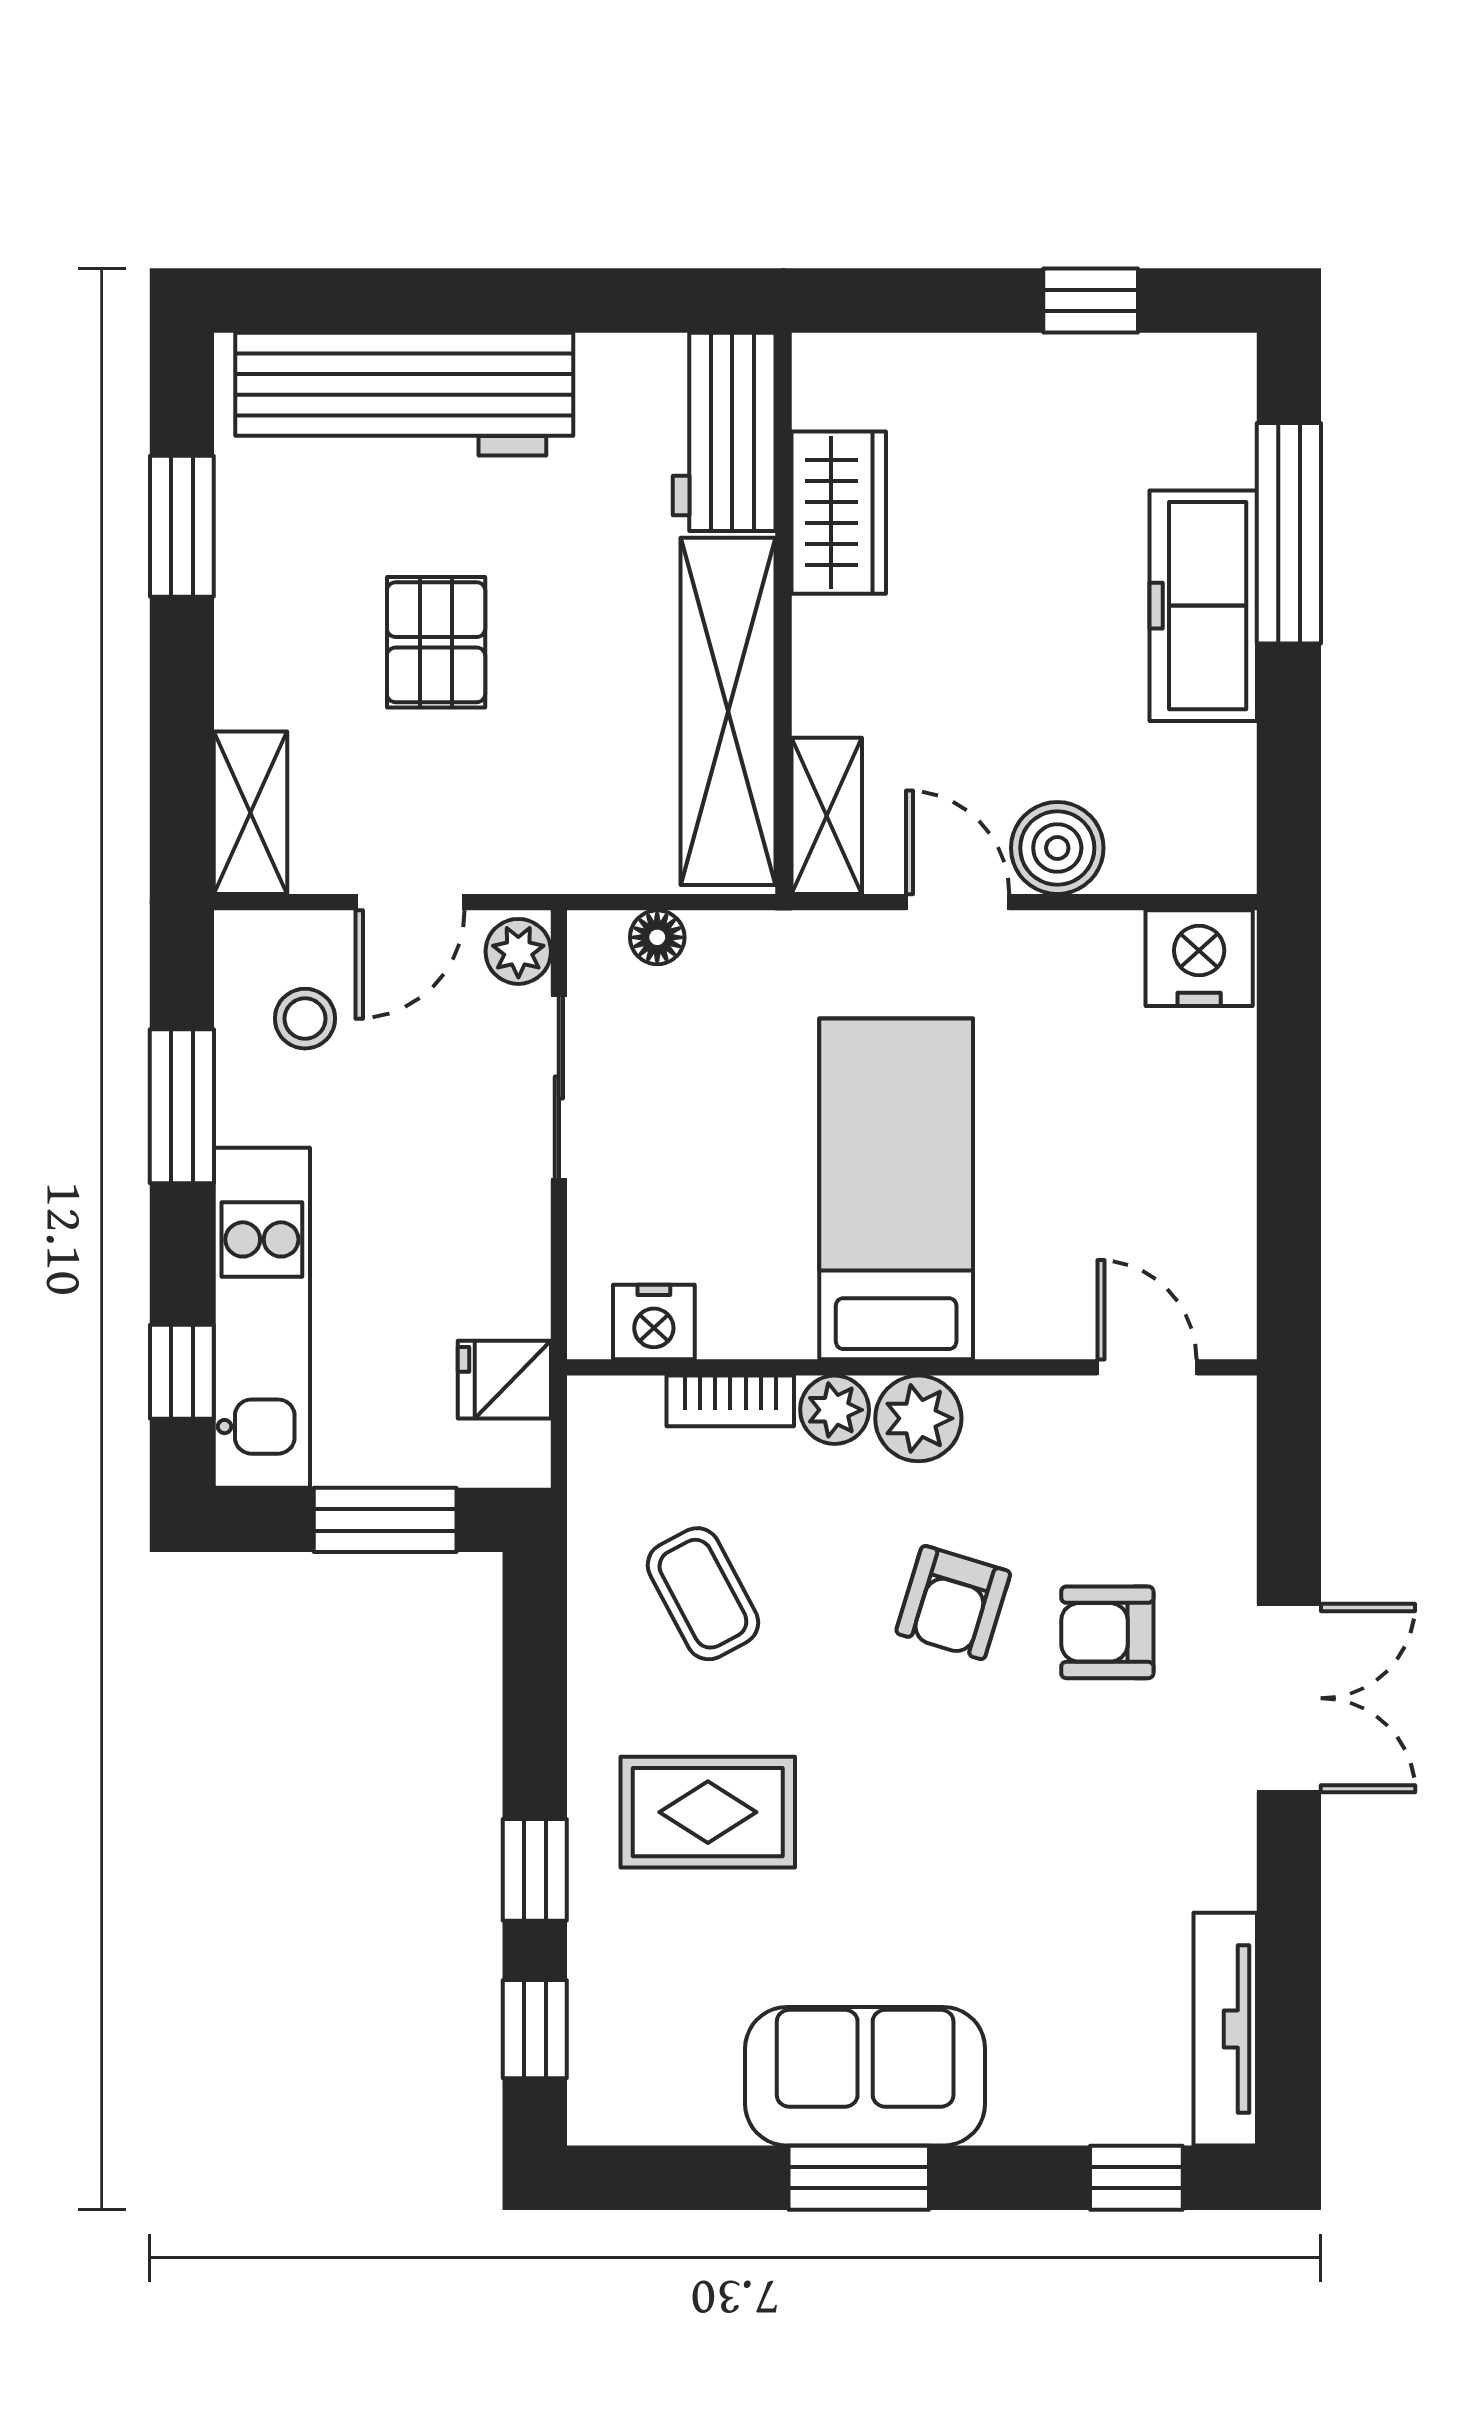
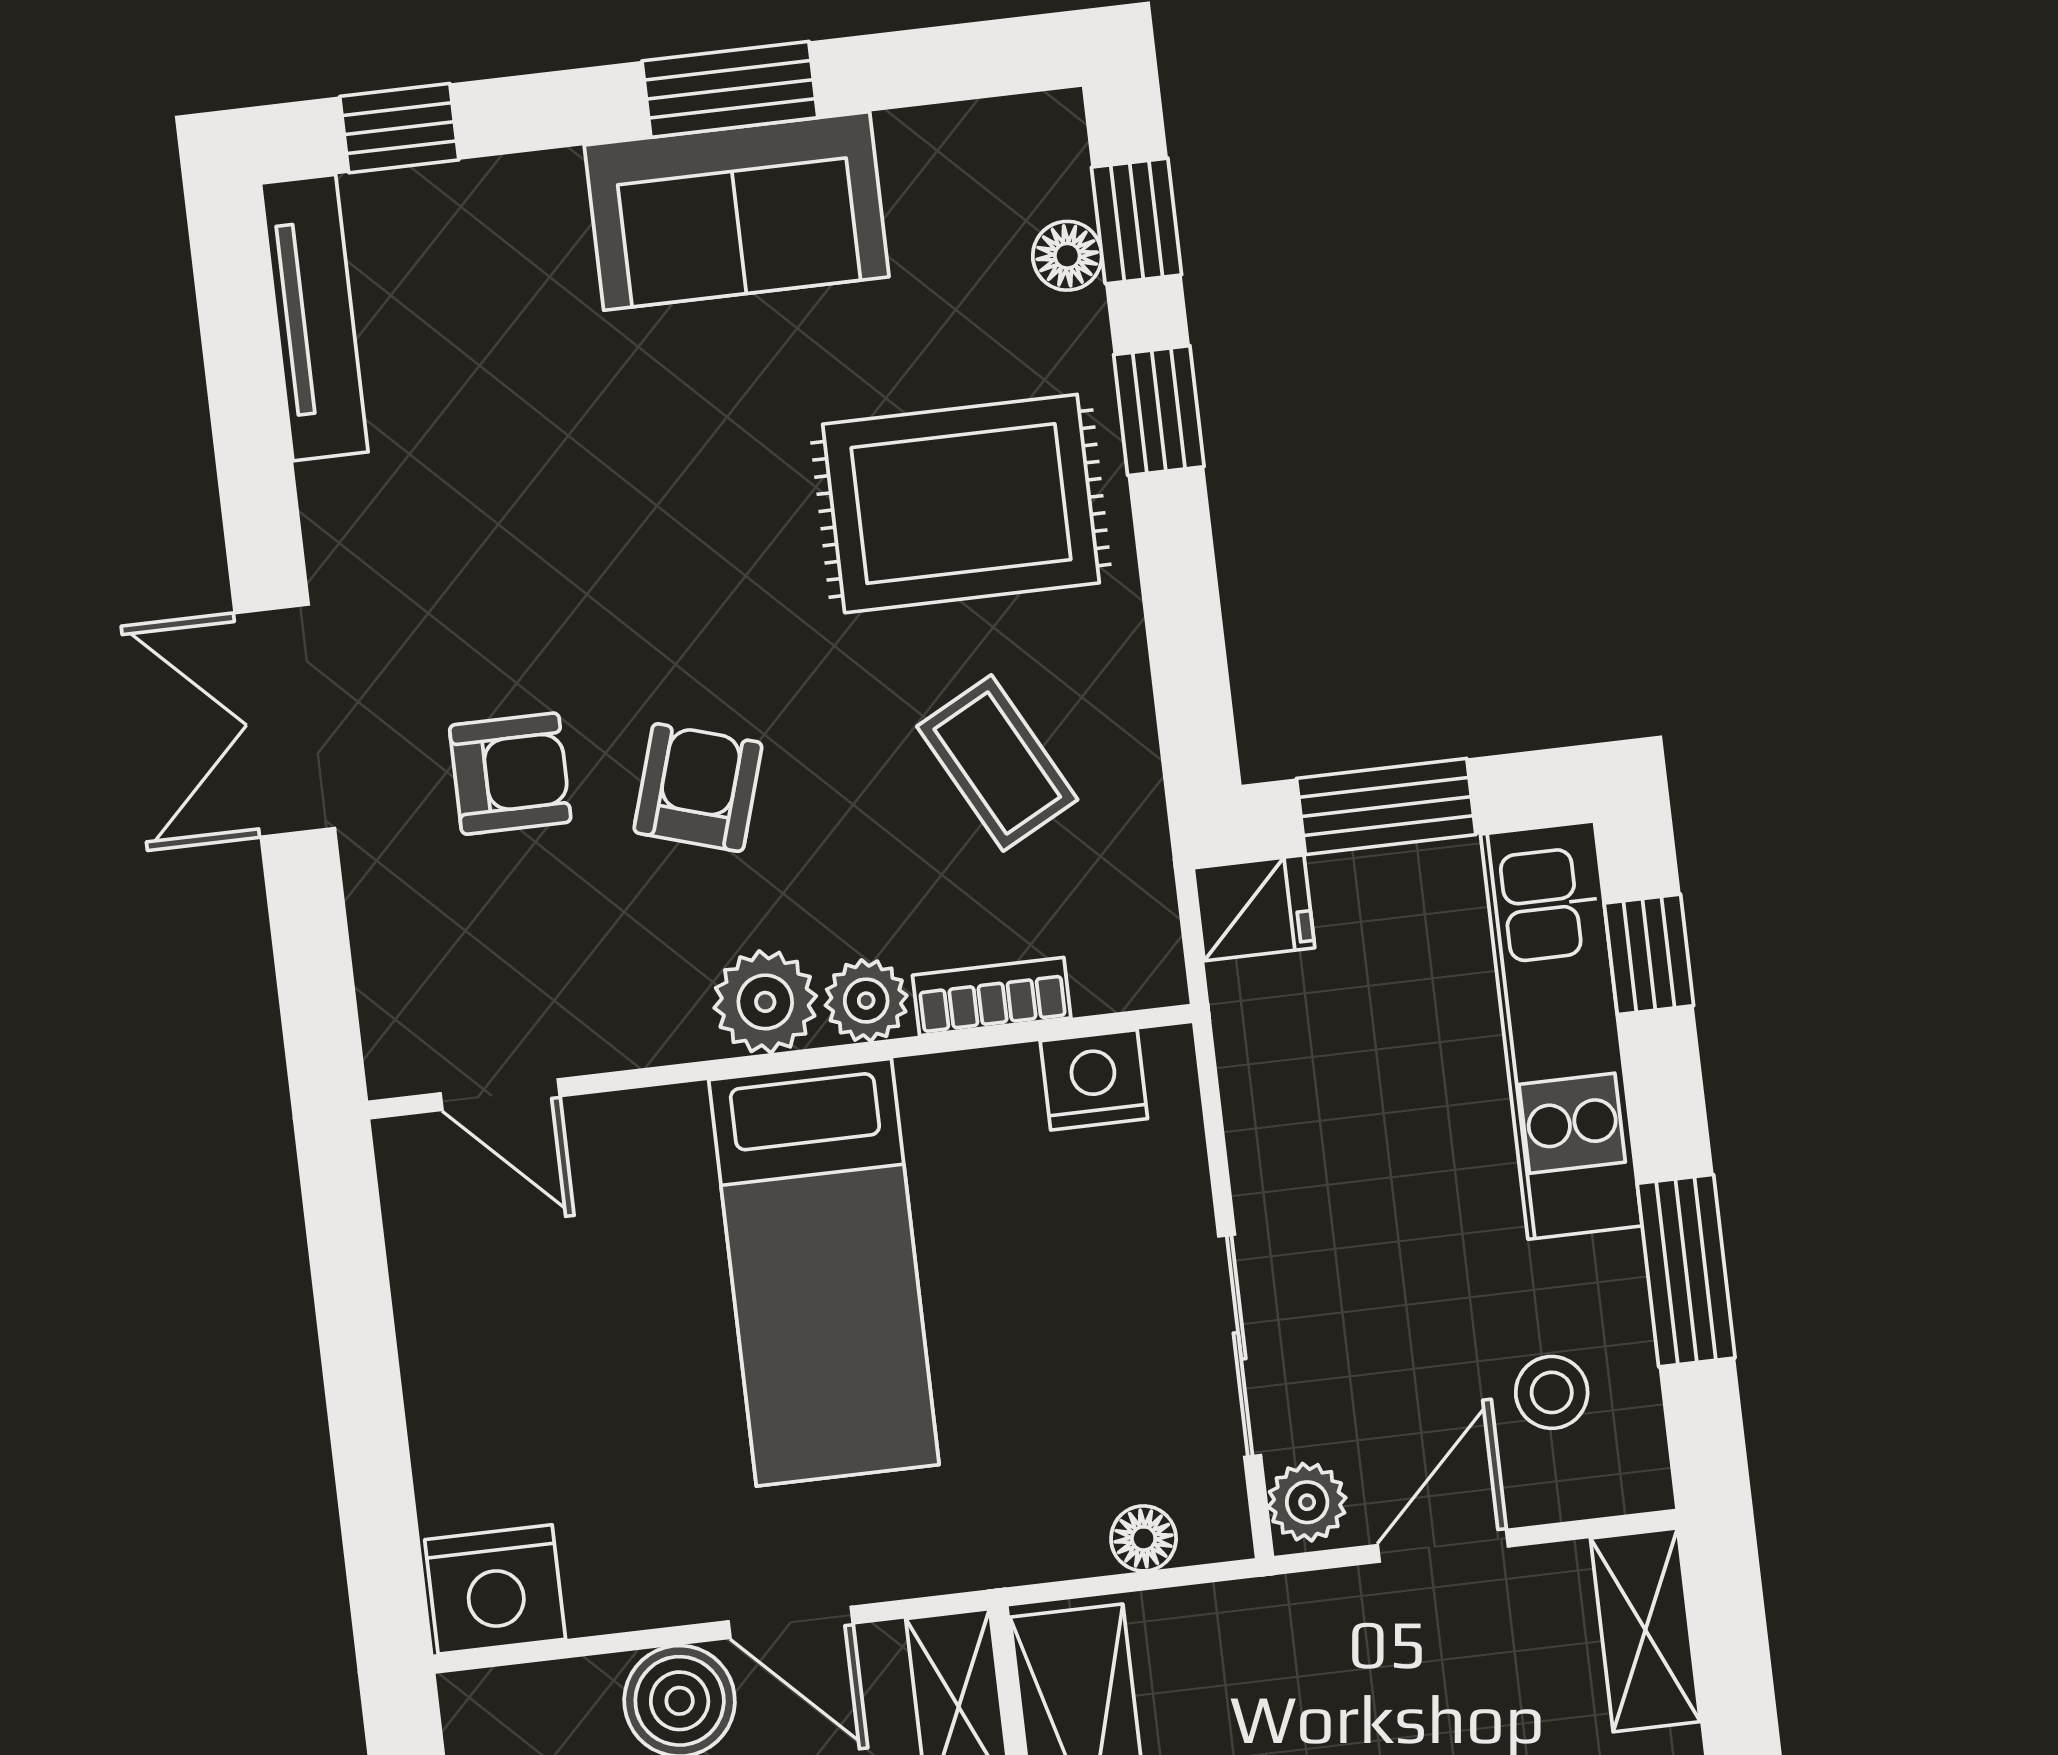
fridge: (504, 1380) -> (1254, 908), moved
rug: (708, 1812) -> (961, 504), width x1.36, depth x1.43
floor lamp: (596, 2007) -> (1067, 256), added

